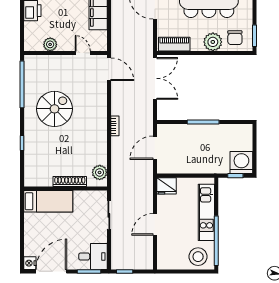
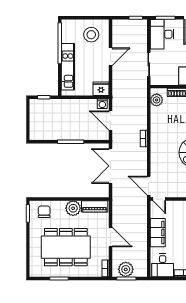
plant: (213, 42) -> (73, 208), moved
door: (83, 53) -> (159, 199), moved
double door: (155, 78) -> (111, 166), moved
door: (155, 148) -> (111, 120), swing flipped
washing machine: (241, 163) -> (102, 104), moved, width x0.53, depth x0.53
desk: (93, 256) -> (162, 34), width x1.37
stool: (198, 257) -> (91, 35), moved

